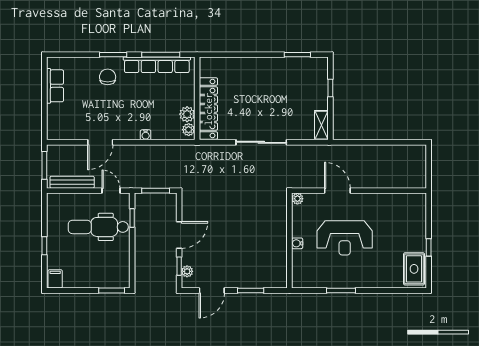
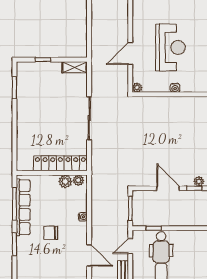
chair: (108, 77) -> (51, 233), moved

